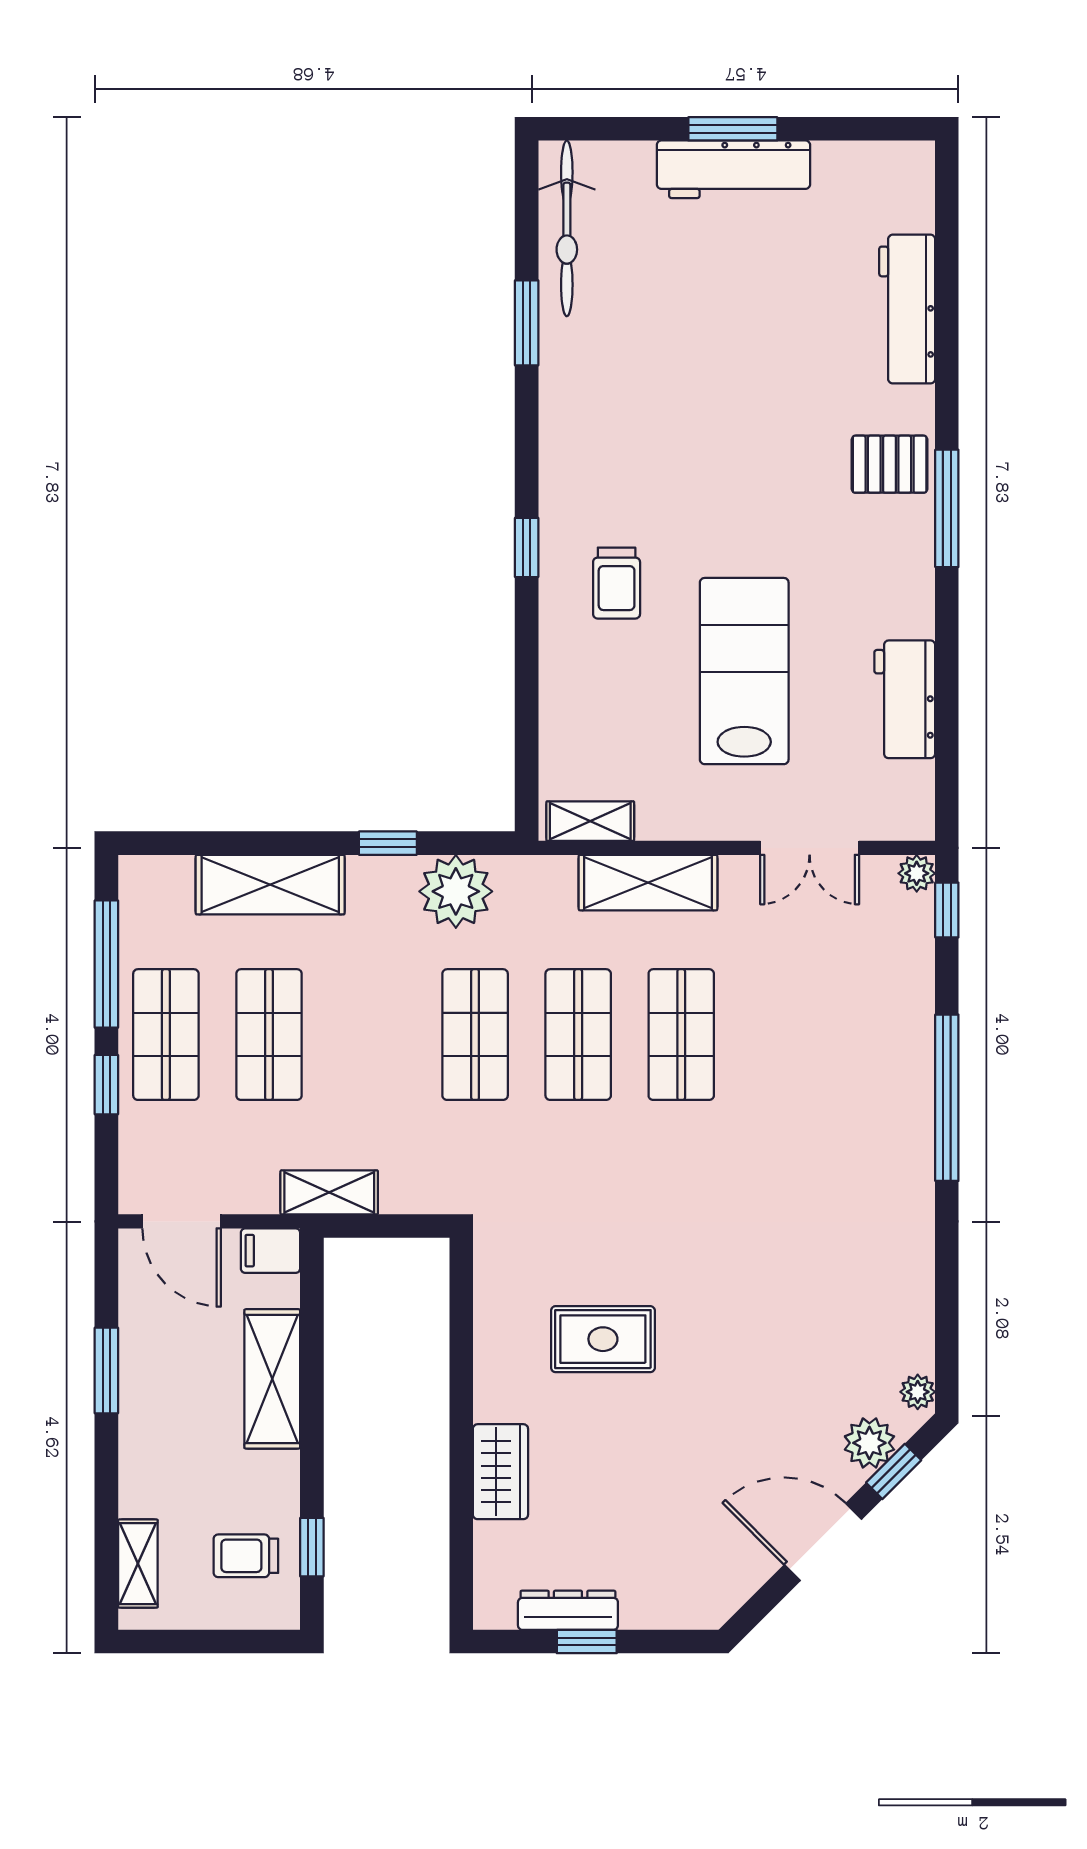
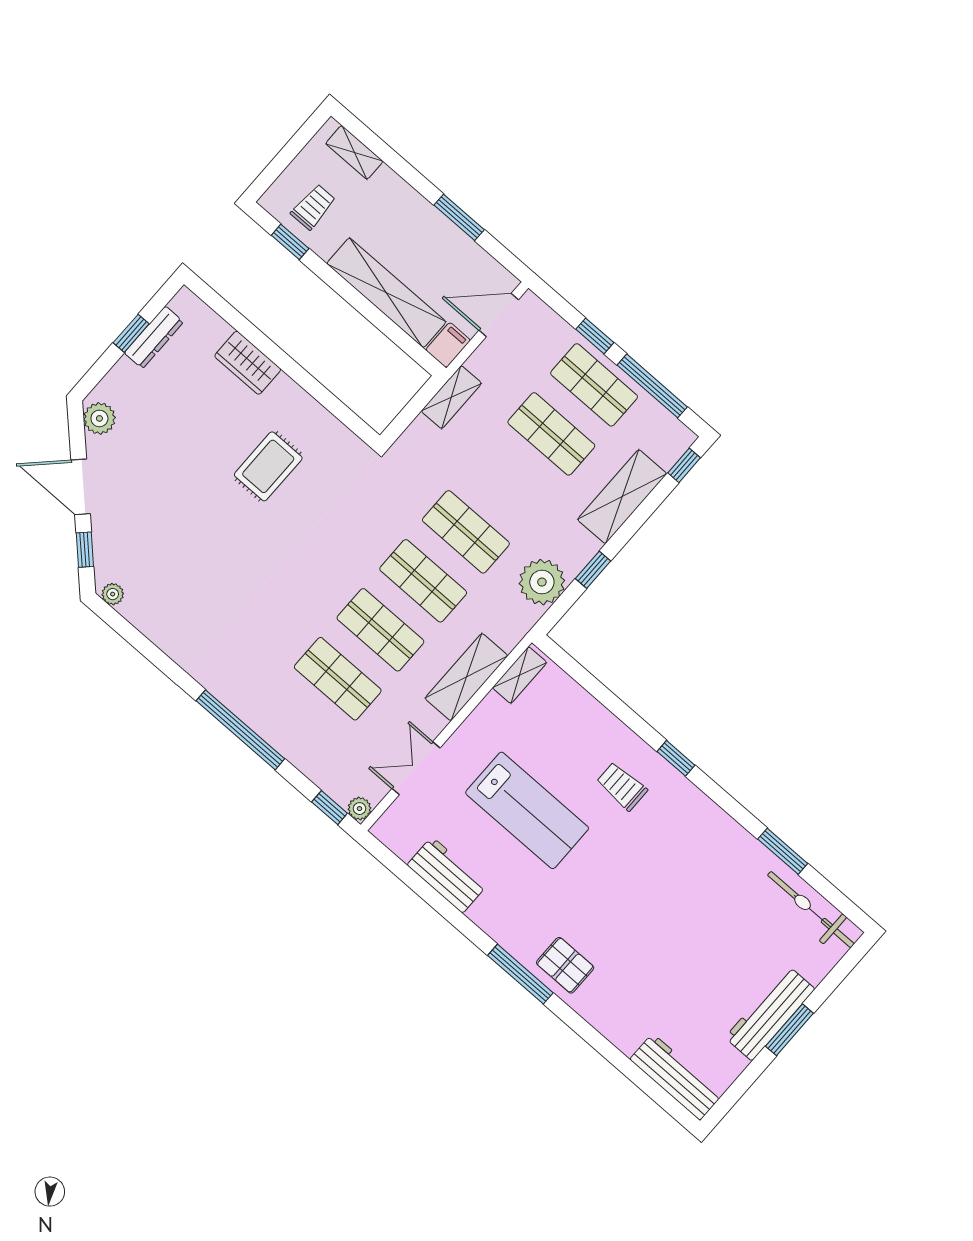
workbench: (907, 309) -> (676, 1077), moved
pallet: (890, 464) -> (565, 965), turned 90
window: (168, 843) -> (684, 465), added
shop shelf: (784, 1035) -> (338, 679), added
shelving: (272, 1379) -> (386, 293), width x1.47
plant: (869, 1443) -> (99, 418), moved
door: (823, 1542) -> (81, 487), swing flipped

